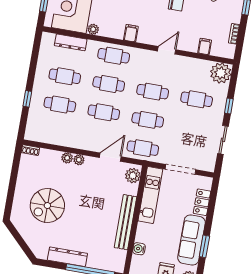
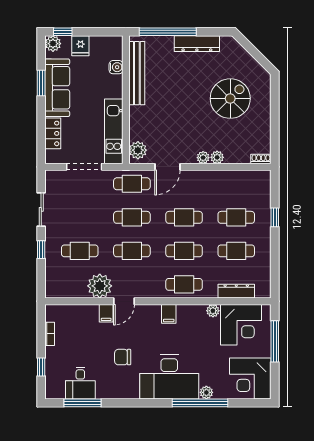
filing cabinet: (205, 47) -> (106, 313), moved
plant: (221, 73) -> (100, 286), moved
bench: (126, 222) -> (137, 73), moved

